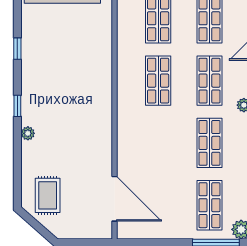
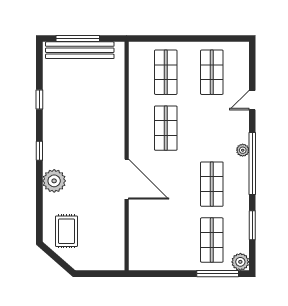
shop shelf: (209, 81) -> (212, 128), removed
plant: (28, 133) -> (54, 181), width x1.88, depth x1.88
door: (115, 199) -> (127, 179), moved

